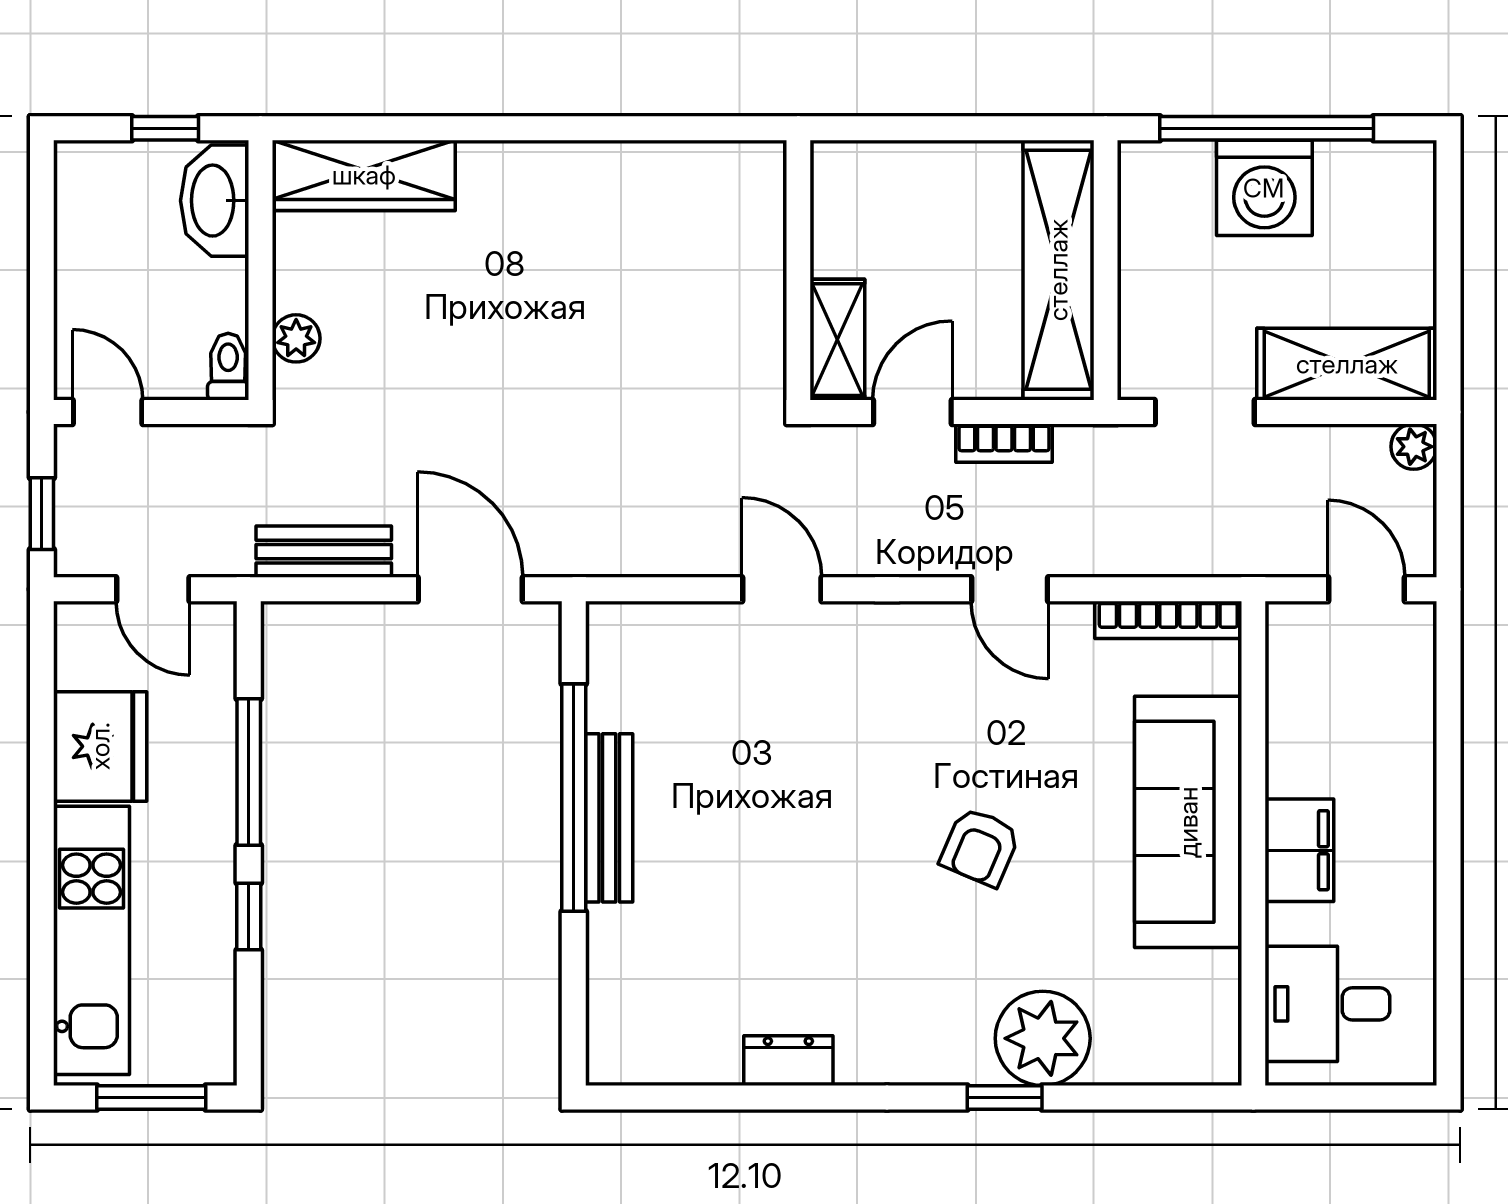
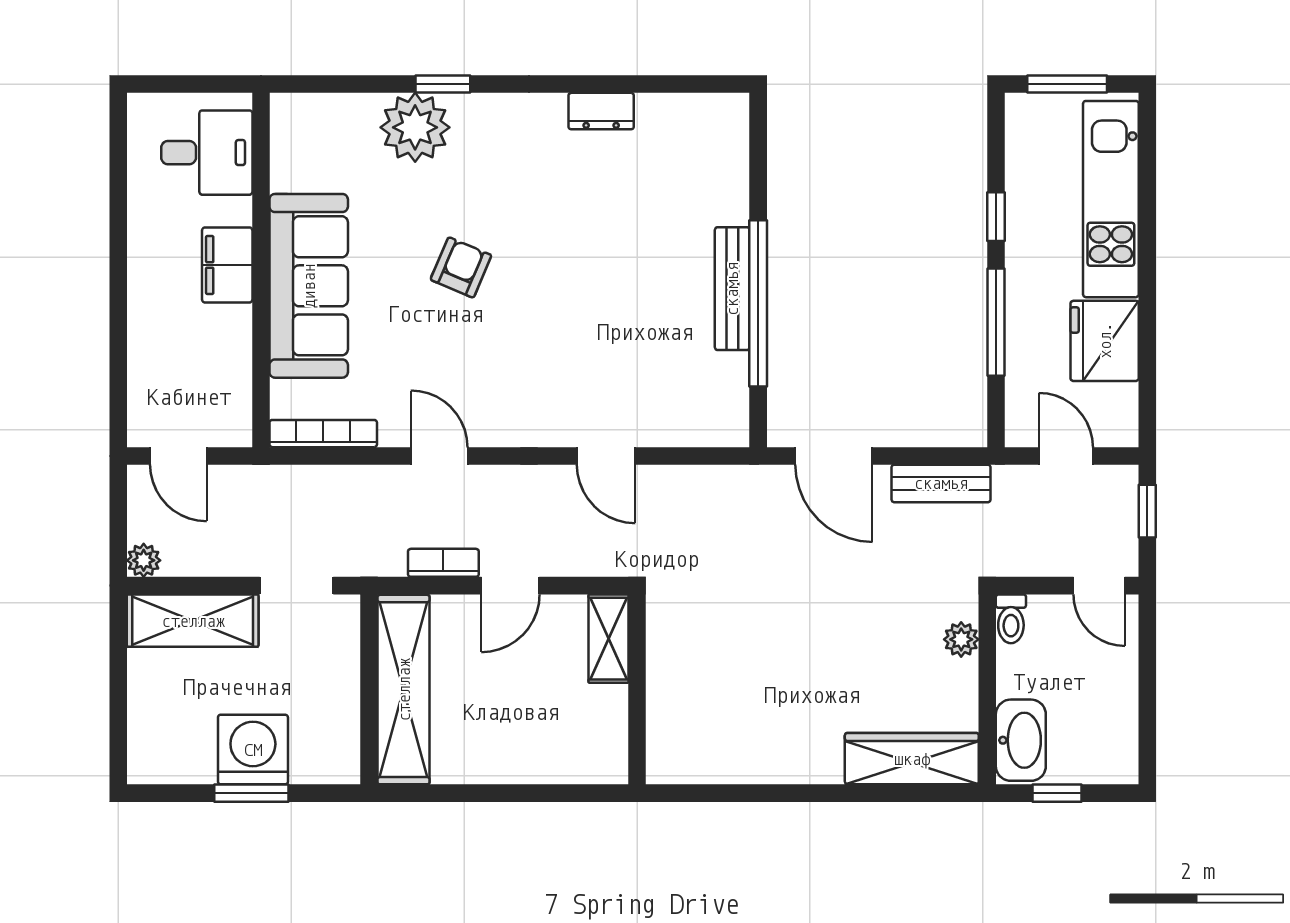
window: (1267, 128) -> (251, 793), width x0.47
wall: (798, 270) -> (637, 689), moved
shelving: (837, 340) -> (608, 639), moved

